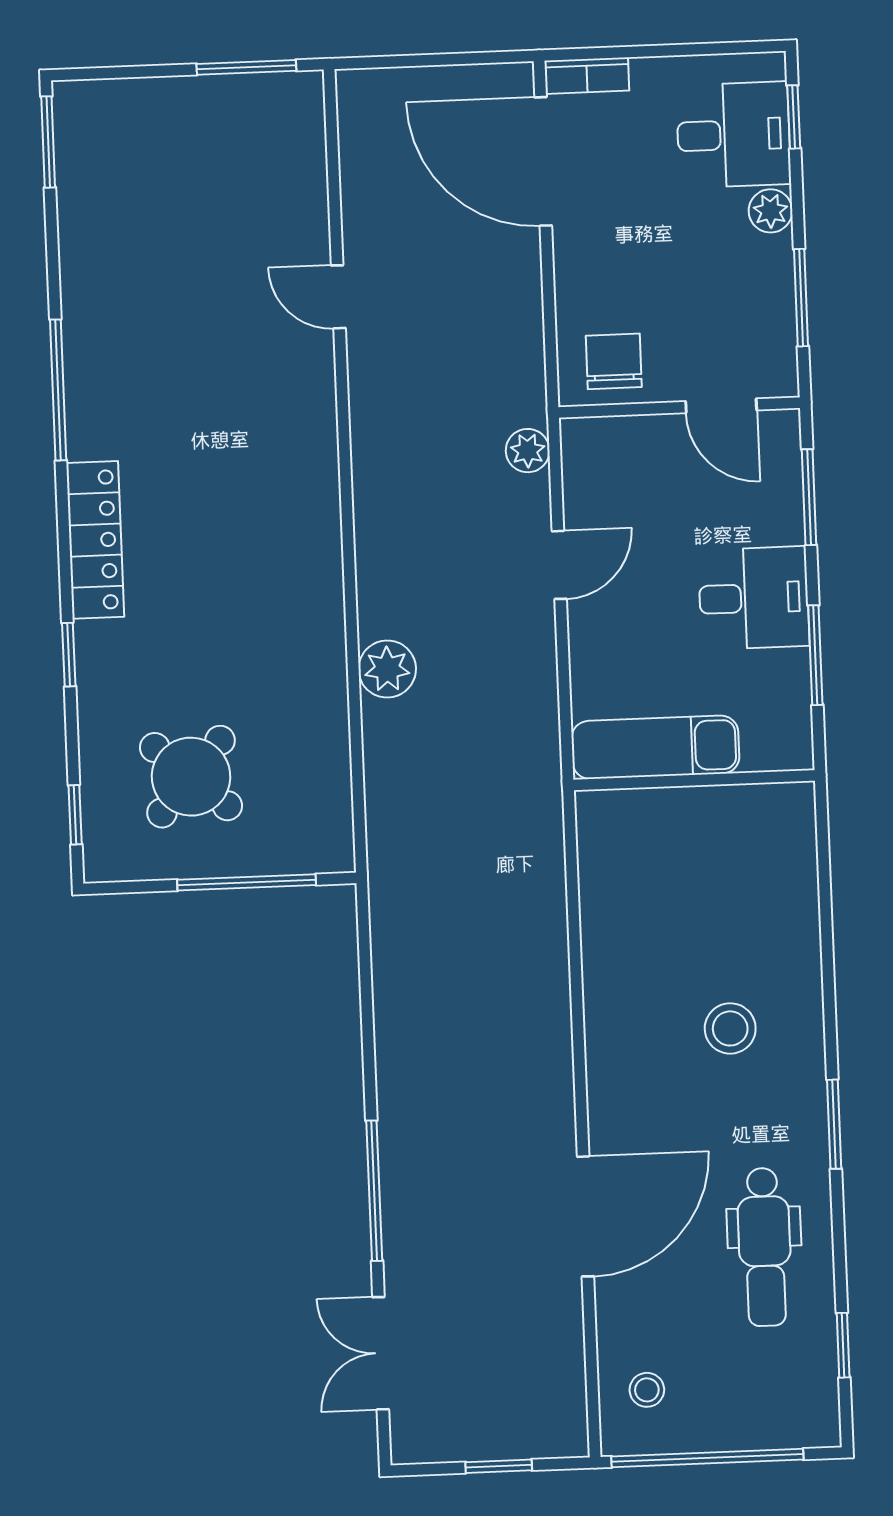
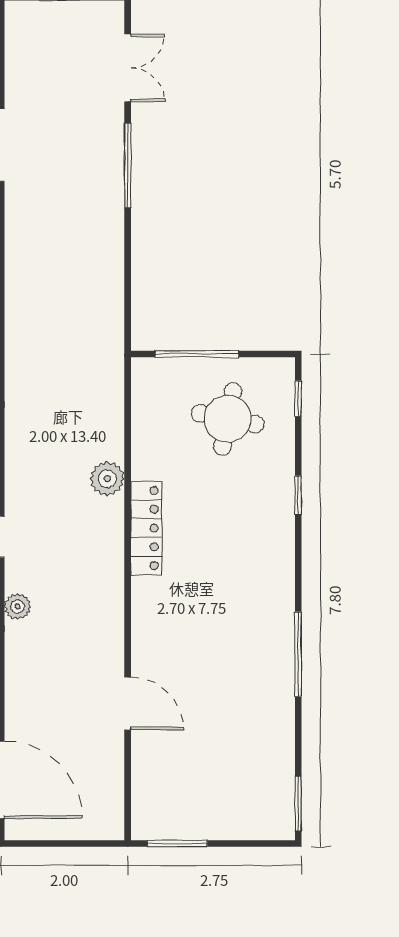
door: (338, 297) -> (128, 703), width x1.38
locker: (95, 540) -> (146, 528), moved, turned 180
round table: (191, 777) -> (228, 419), turned -30

